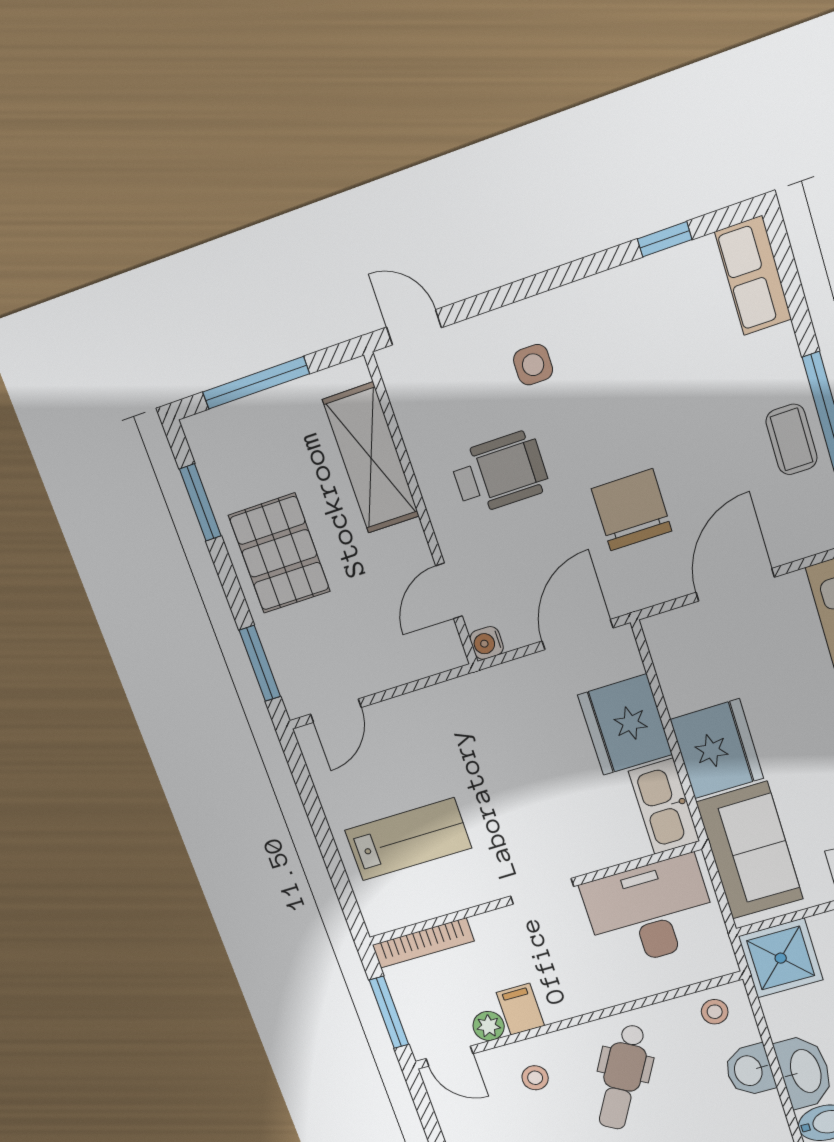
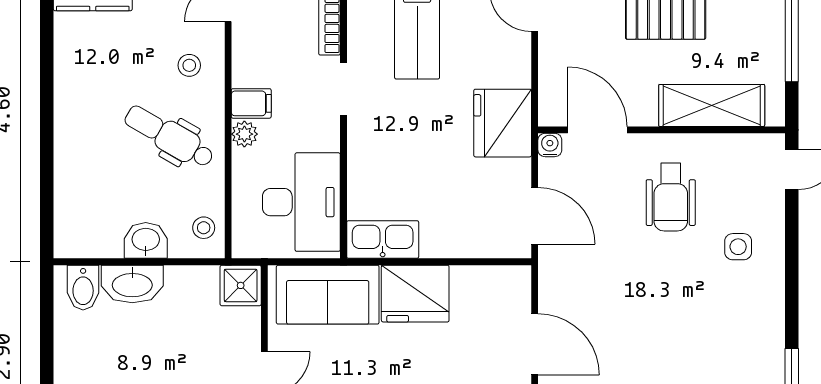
chair: (632, 510) -> (613, 285), removed
door: (449, 591) -> (597, 130), width x1.38
fridge: (625, 725) -> (503, 123), moved, turned -90
doorway: (542, 891) -> (343, 89), moved
shower: (781, 958) -> (241, 285), width x0.73, depth x0.73
filing cabinet: (520, 1009) -> (251, 103), moved
plant: (489, 1026) -> (244, 134), moved

